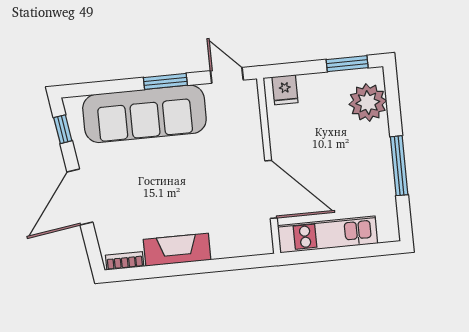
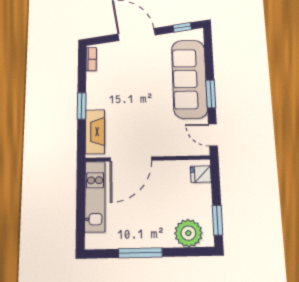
door: (227, 75) -> (213, 135), swing flipped
fireplace: (177, 250) -> (95, 132), moved
window: (198, 267) -> (82, 106), added

